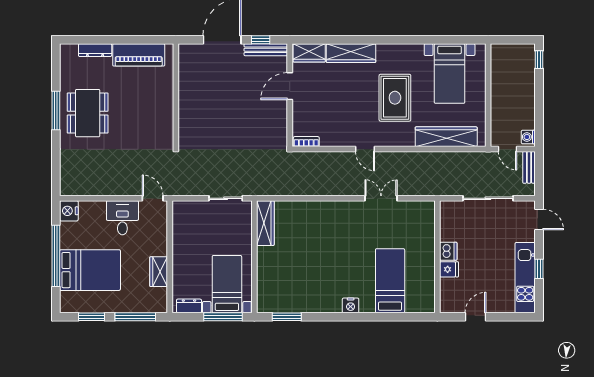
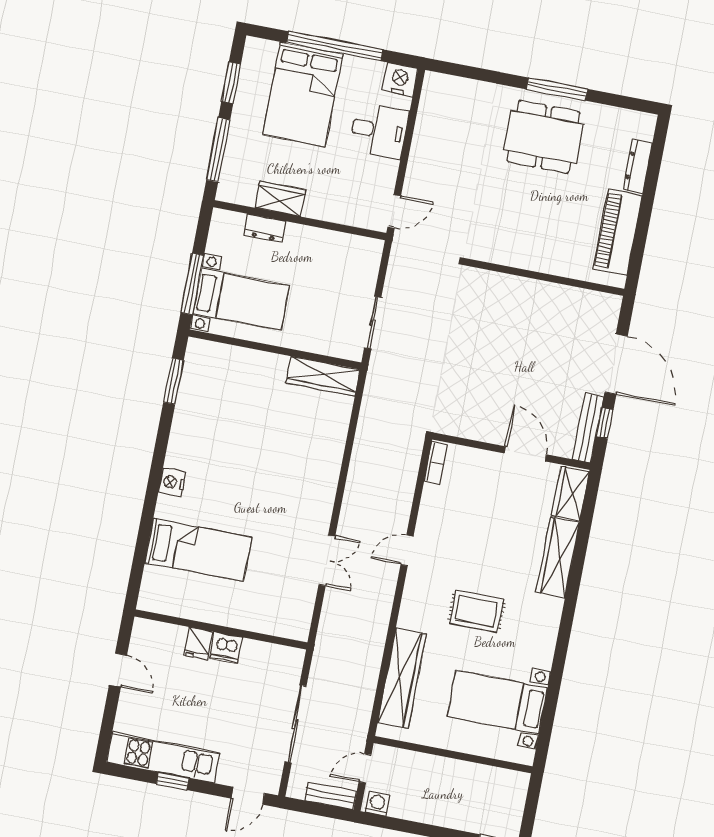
rug: (395, 98) -> (477, 611), width x0.73, depth x0.70
desk: (122, 218) -> (379, 130), moved
dresser: (189, 306) -> (265, 228), moved, turned 90

